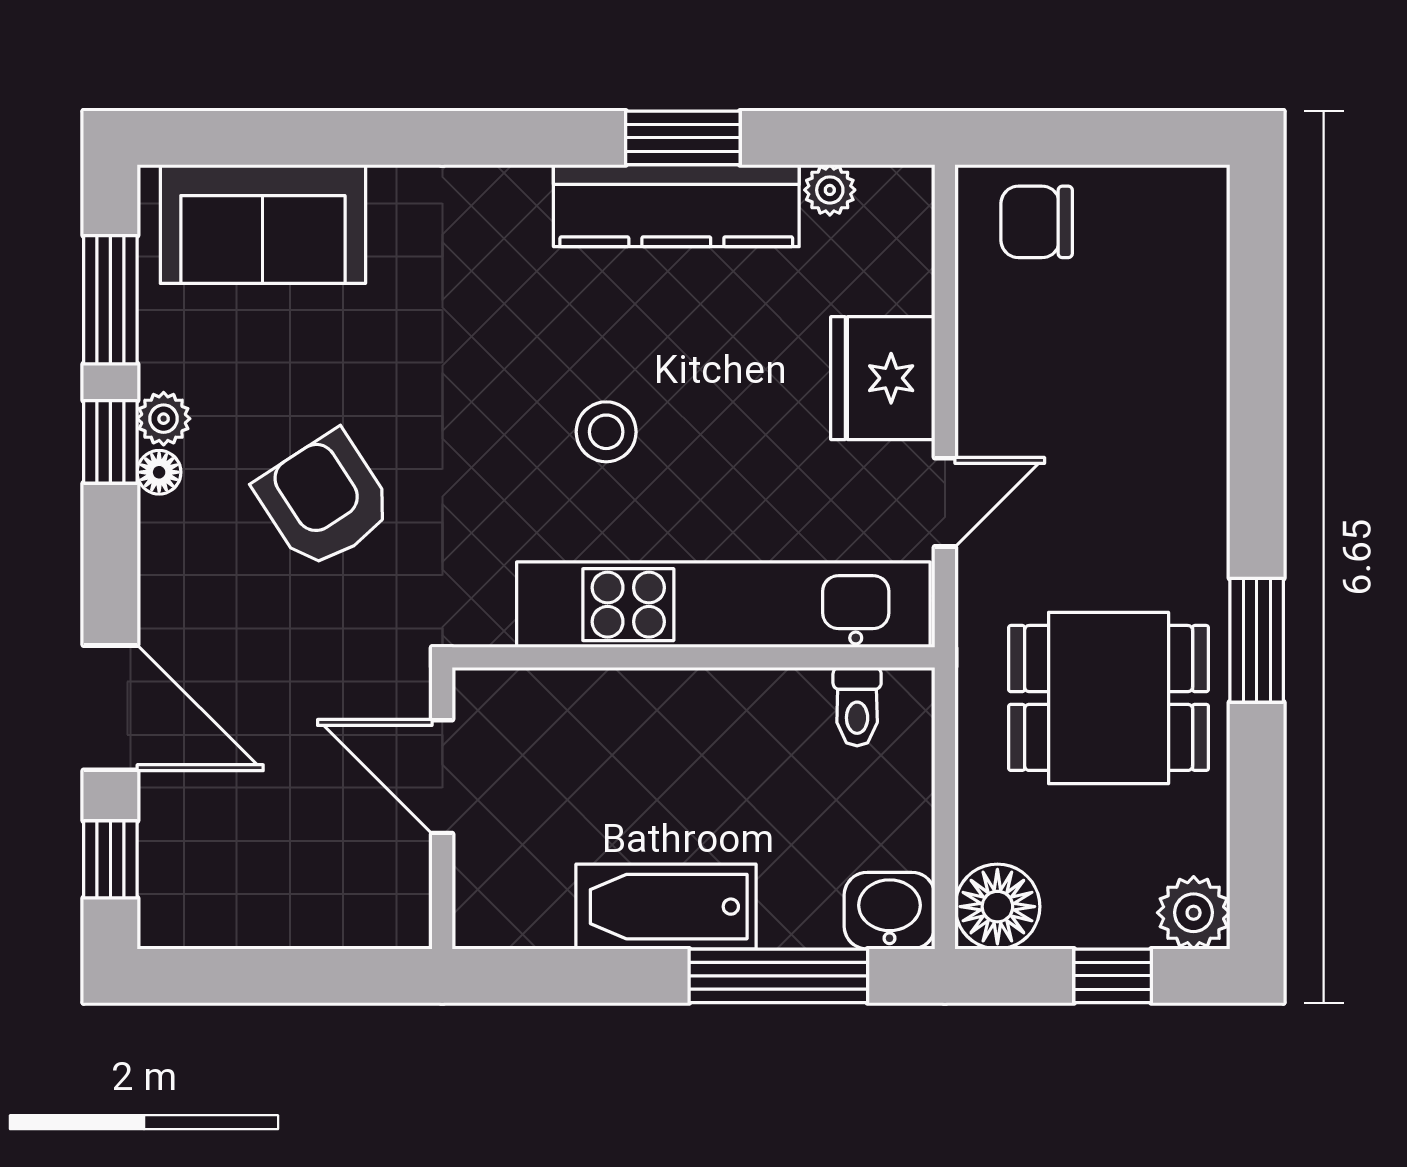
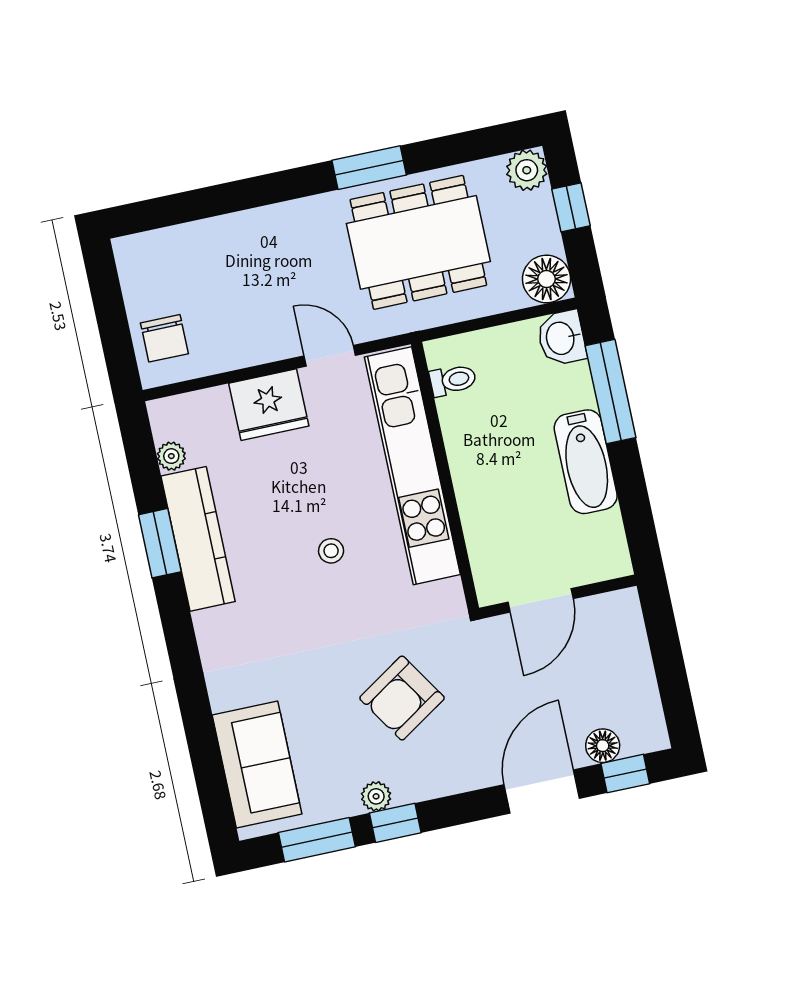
stool: (606, 432) -> (331, 551), width x0.73, depth x0.73
floor lamp: (159, 472) -> (603, 746), moved, width x1.37, depth x1.37
dining table: (1109, 698) -> (418, 242), width x1.37

